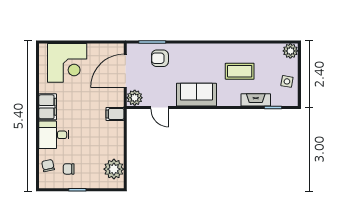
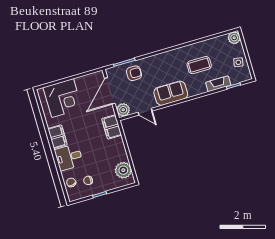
armchair: (160, 58) -> (134, 73), turned 180
filing cabinet: (115, 114) -> (112, 127), width x2.00

